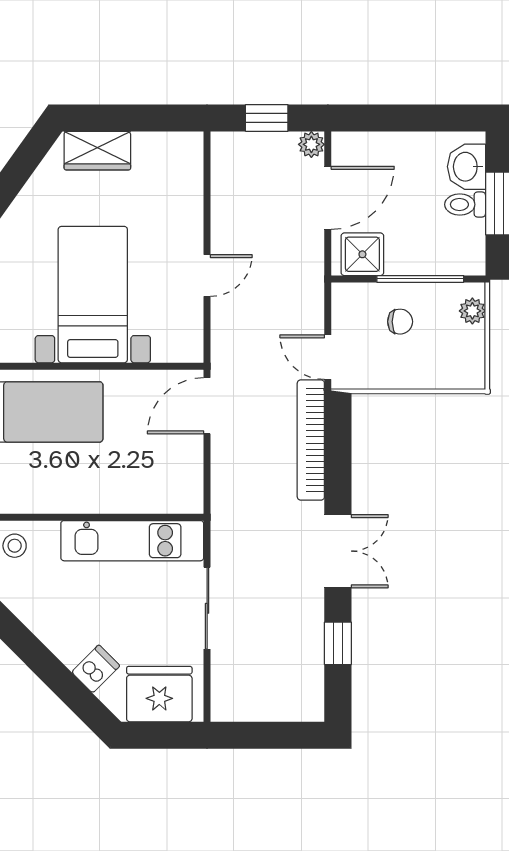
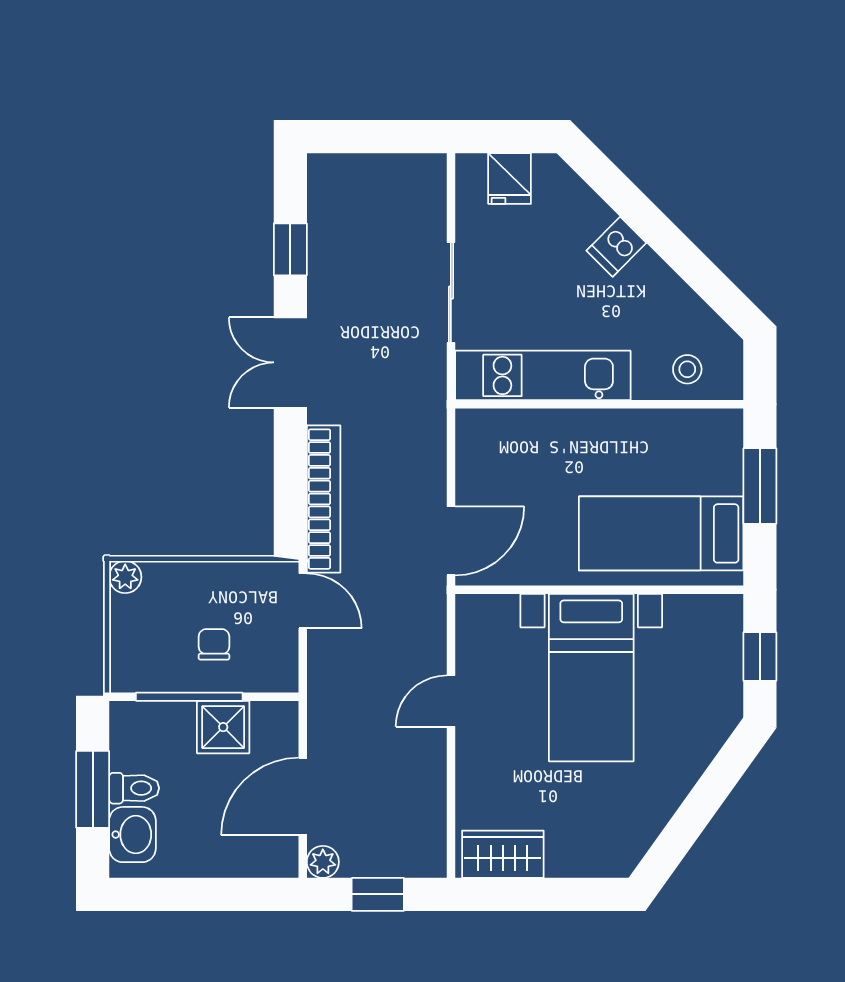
wardrobe: (97, 151) -> (503, 854), moved
shower: (362, 254) -> (223, 727), moved
plant: (472, 311) -> (125, 577), moved
chair: (400, 322) -> (214, 644), turned 90
dishwasher: (96, 669) -> (616, 247), moved
fridge: (159, 694) -> (510, 178), width x0.53, depth x0.75

